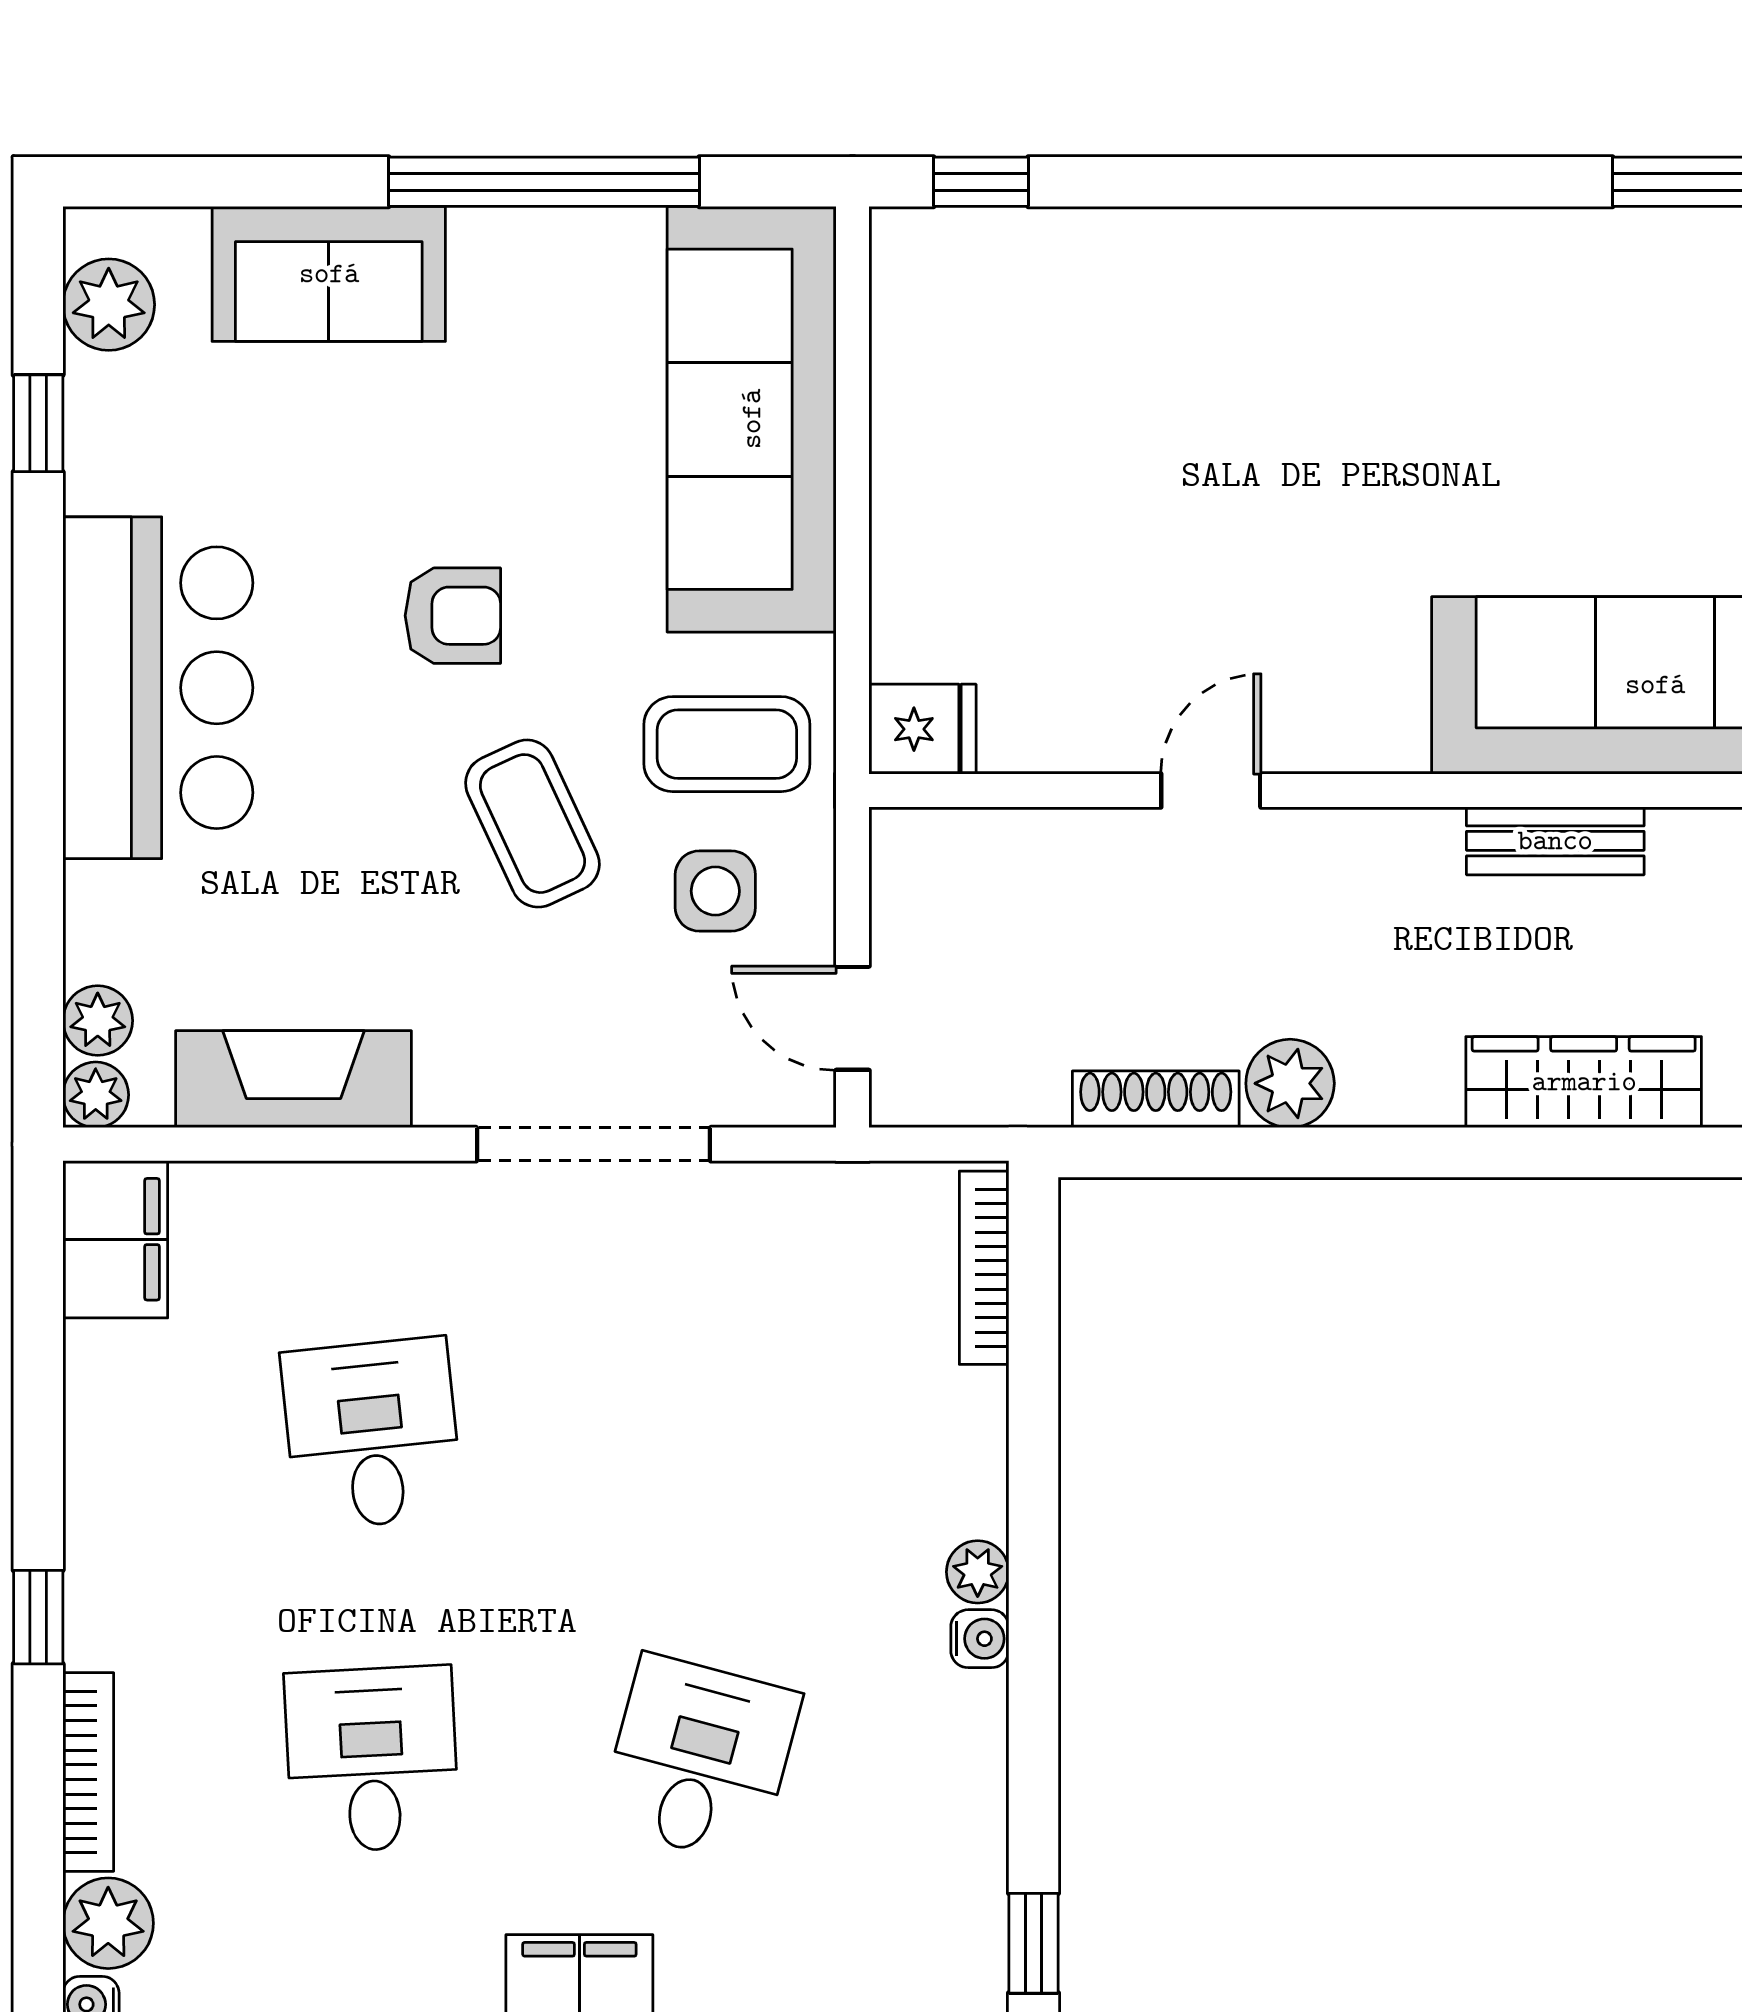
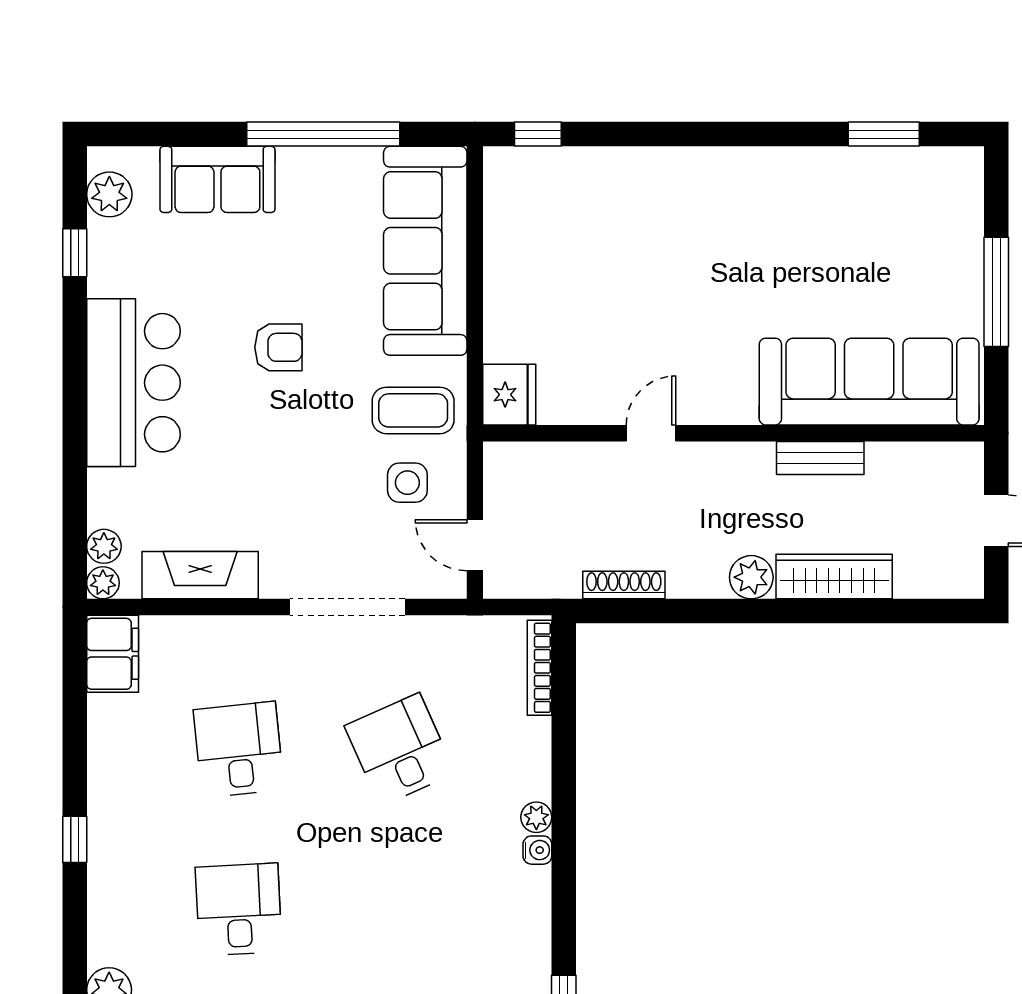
fridge: (923, 729) -> (509, 395), width x1.38
coffee table: (532, 824) -> (318, 449), removed
plant: (1290, 1083) -> (751, 577), moved
desk: (700, 1759) -> (400, 749), moved, turned -39
bookcase: (88, 1772) -> (99, 916), removed

